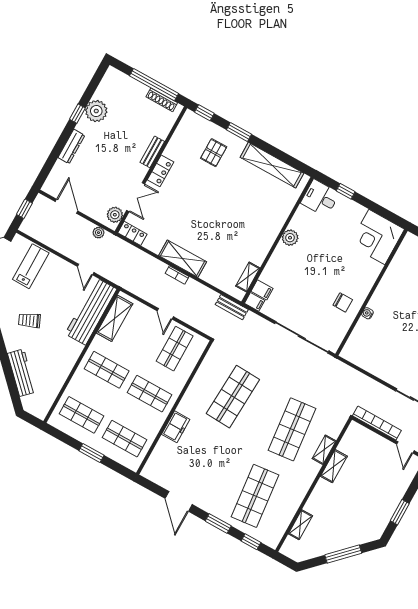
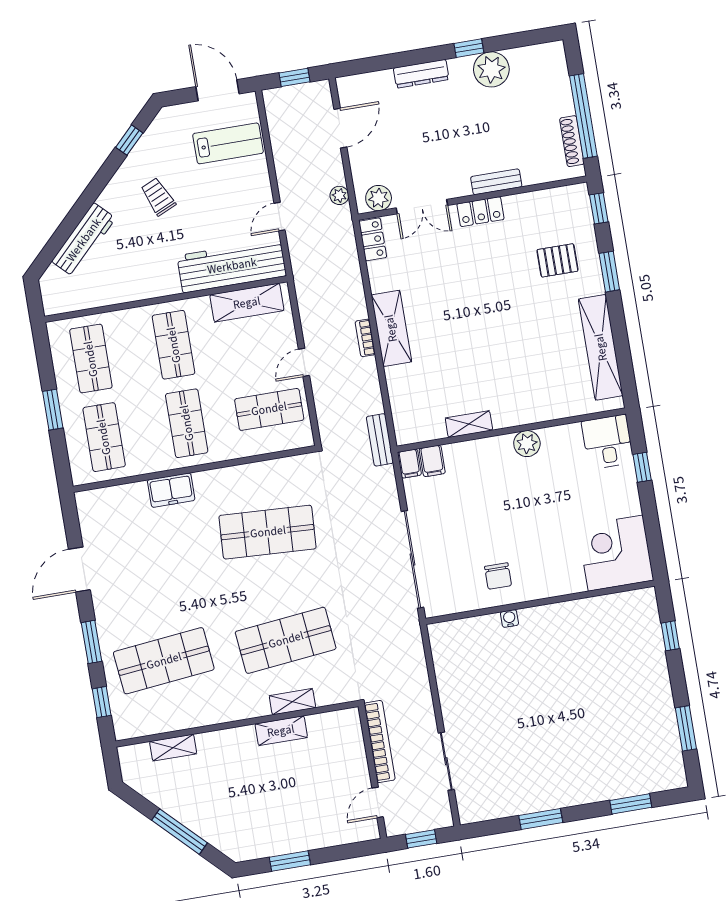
shelving: (248, 277) -> (469, 424), moved

